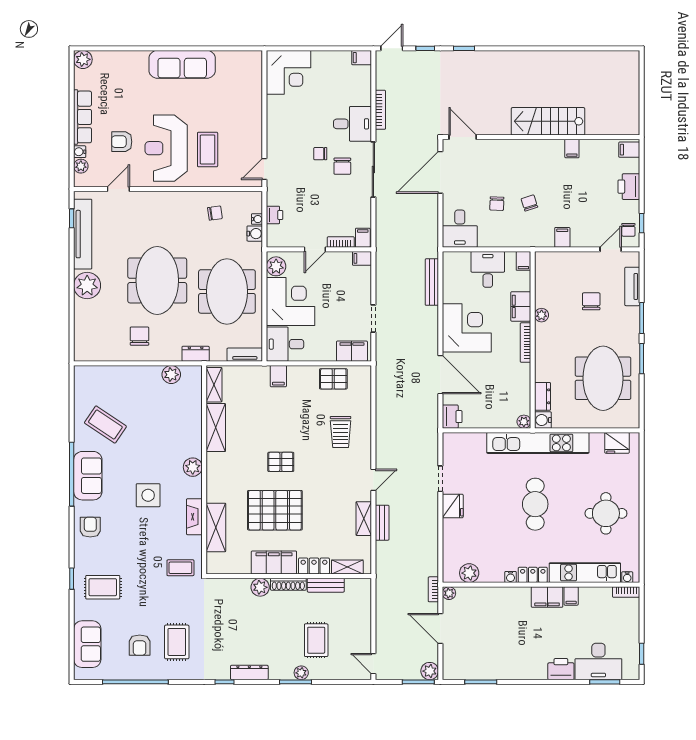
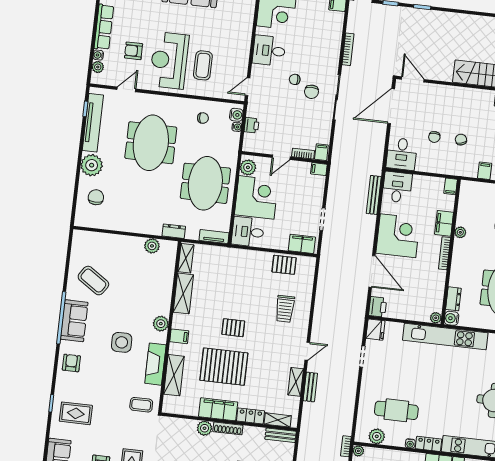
desk: (353, 124) -> (269, 51), moved, turned 180
water cooler: (255, 234) -> (236, 115), moved
desk: (488, 269) -> (397, 187), moved
meeting table: (157, 280) -> (151, 143), moved
chair: (139, 336) -> (96, 197), moved
filing cabinet: (278, 376) -> (179, 336), moved, turned -90
cafe table: (535, 504) -> (396, 410), moved, turned 90
fridge: (453, 506) -> (375, 330), moved
fireplace: (194, 517) -> (155, 364), width x1.37, depth x1.32
bench: (326, 585) -> (281, 435), moved

